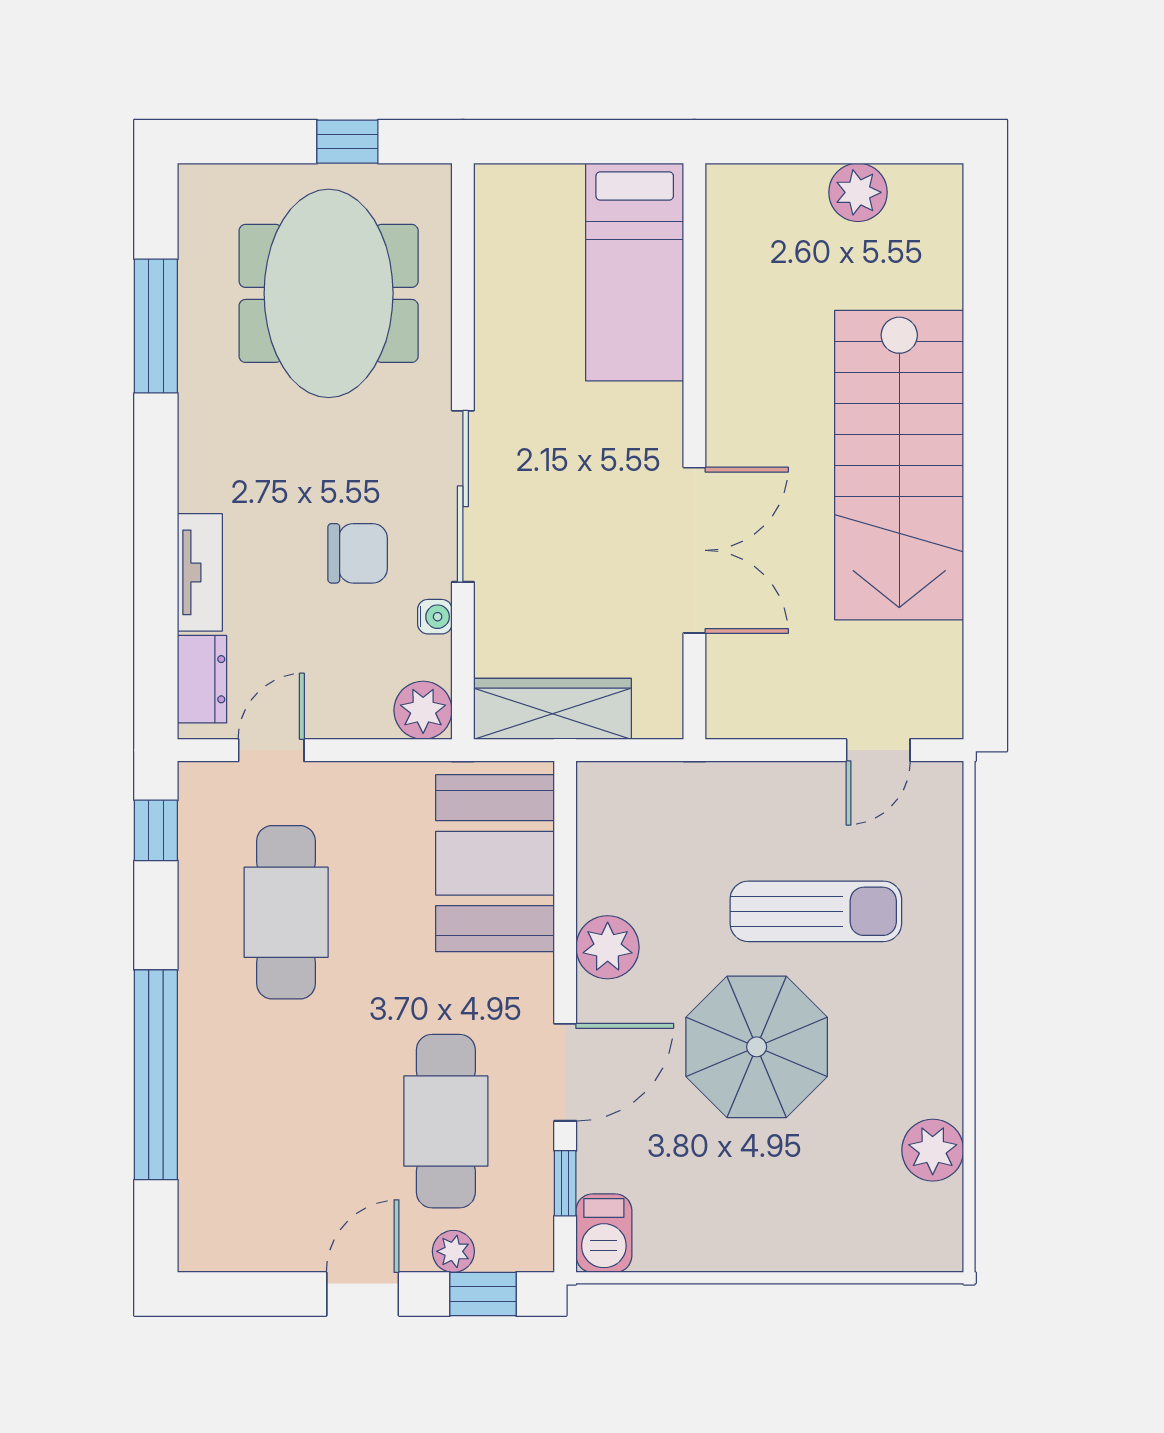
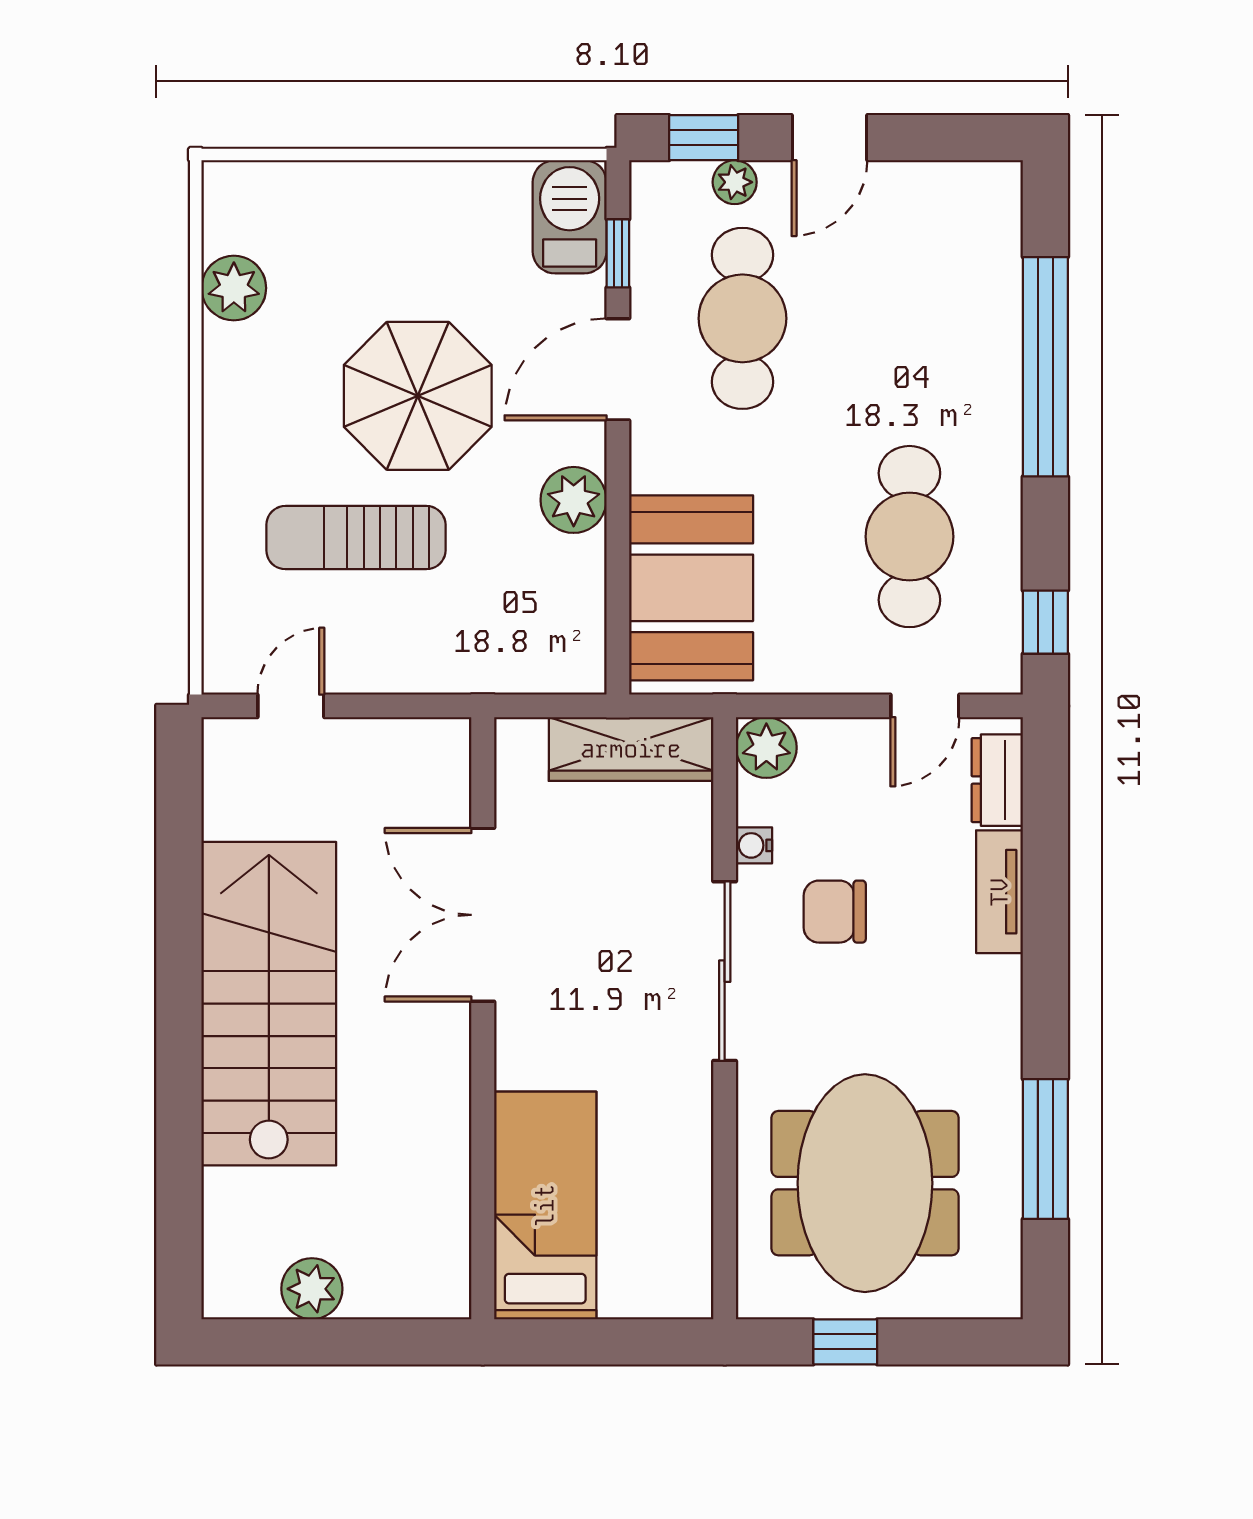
barbecue: (604, 1233) -> (570, 217), width x1.38, depth x1.27

